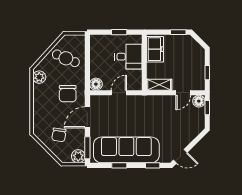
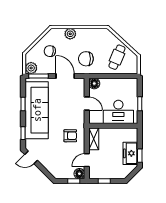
freezer: (155, 49) -> (130, 153), moved, turned 90
desk: (128, 57) -> (118, 112), width x1.37
plant: (39, 77) -> (70, 34), moved
door: (183, 93) -> (87, 160), hinge flipped
armchair: (156, 112) -> (70, 136), added
door: (180, 156) -> (31, 157), hinge flipped

